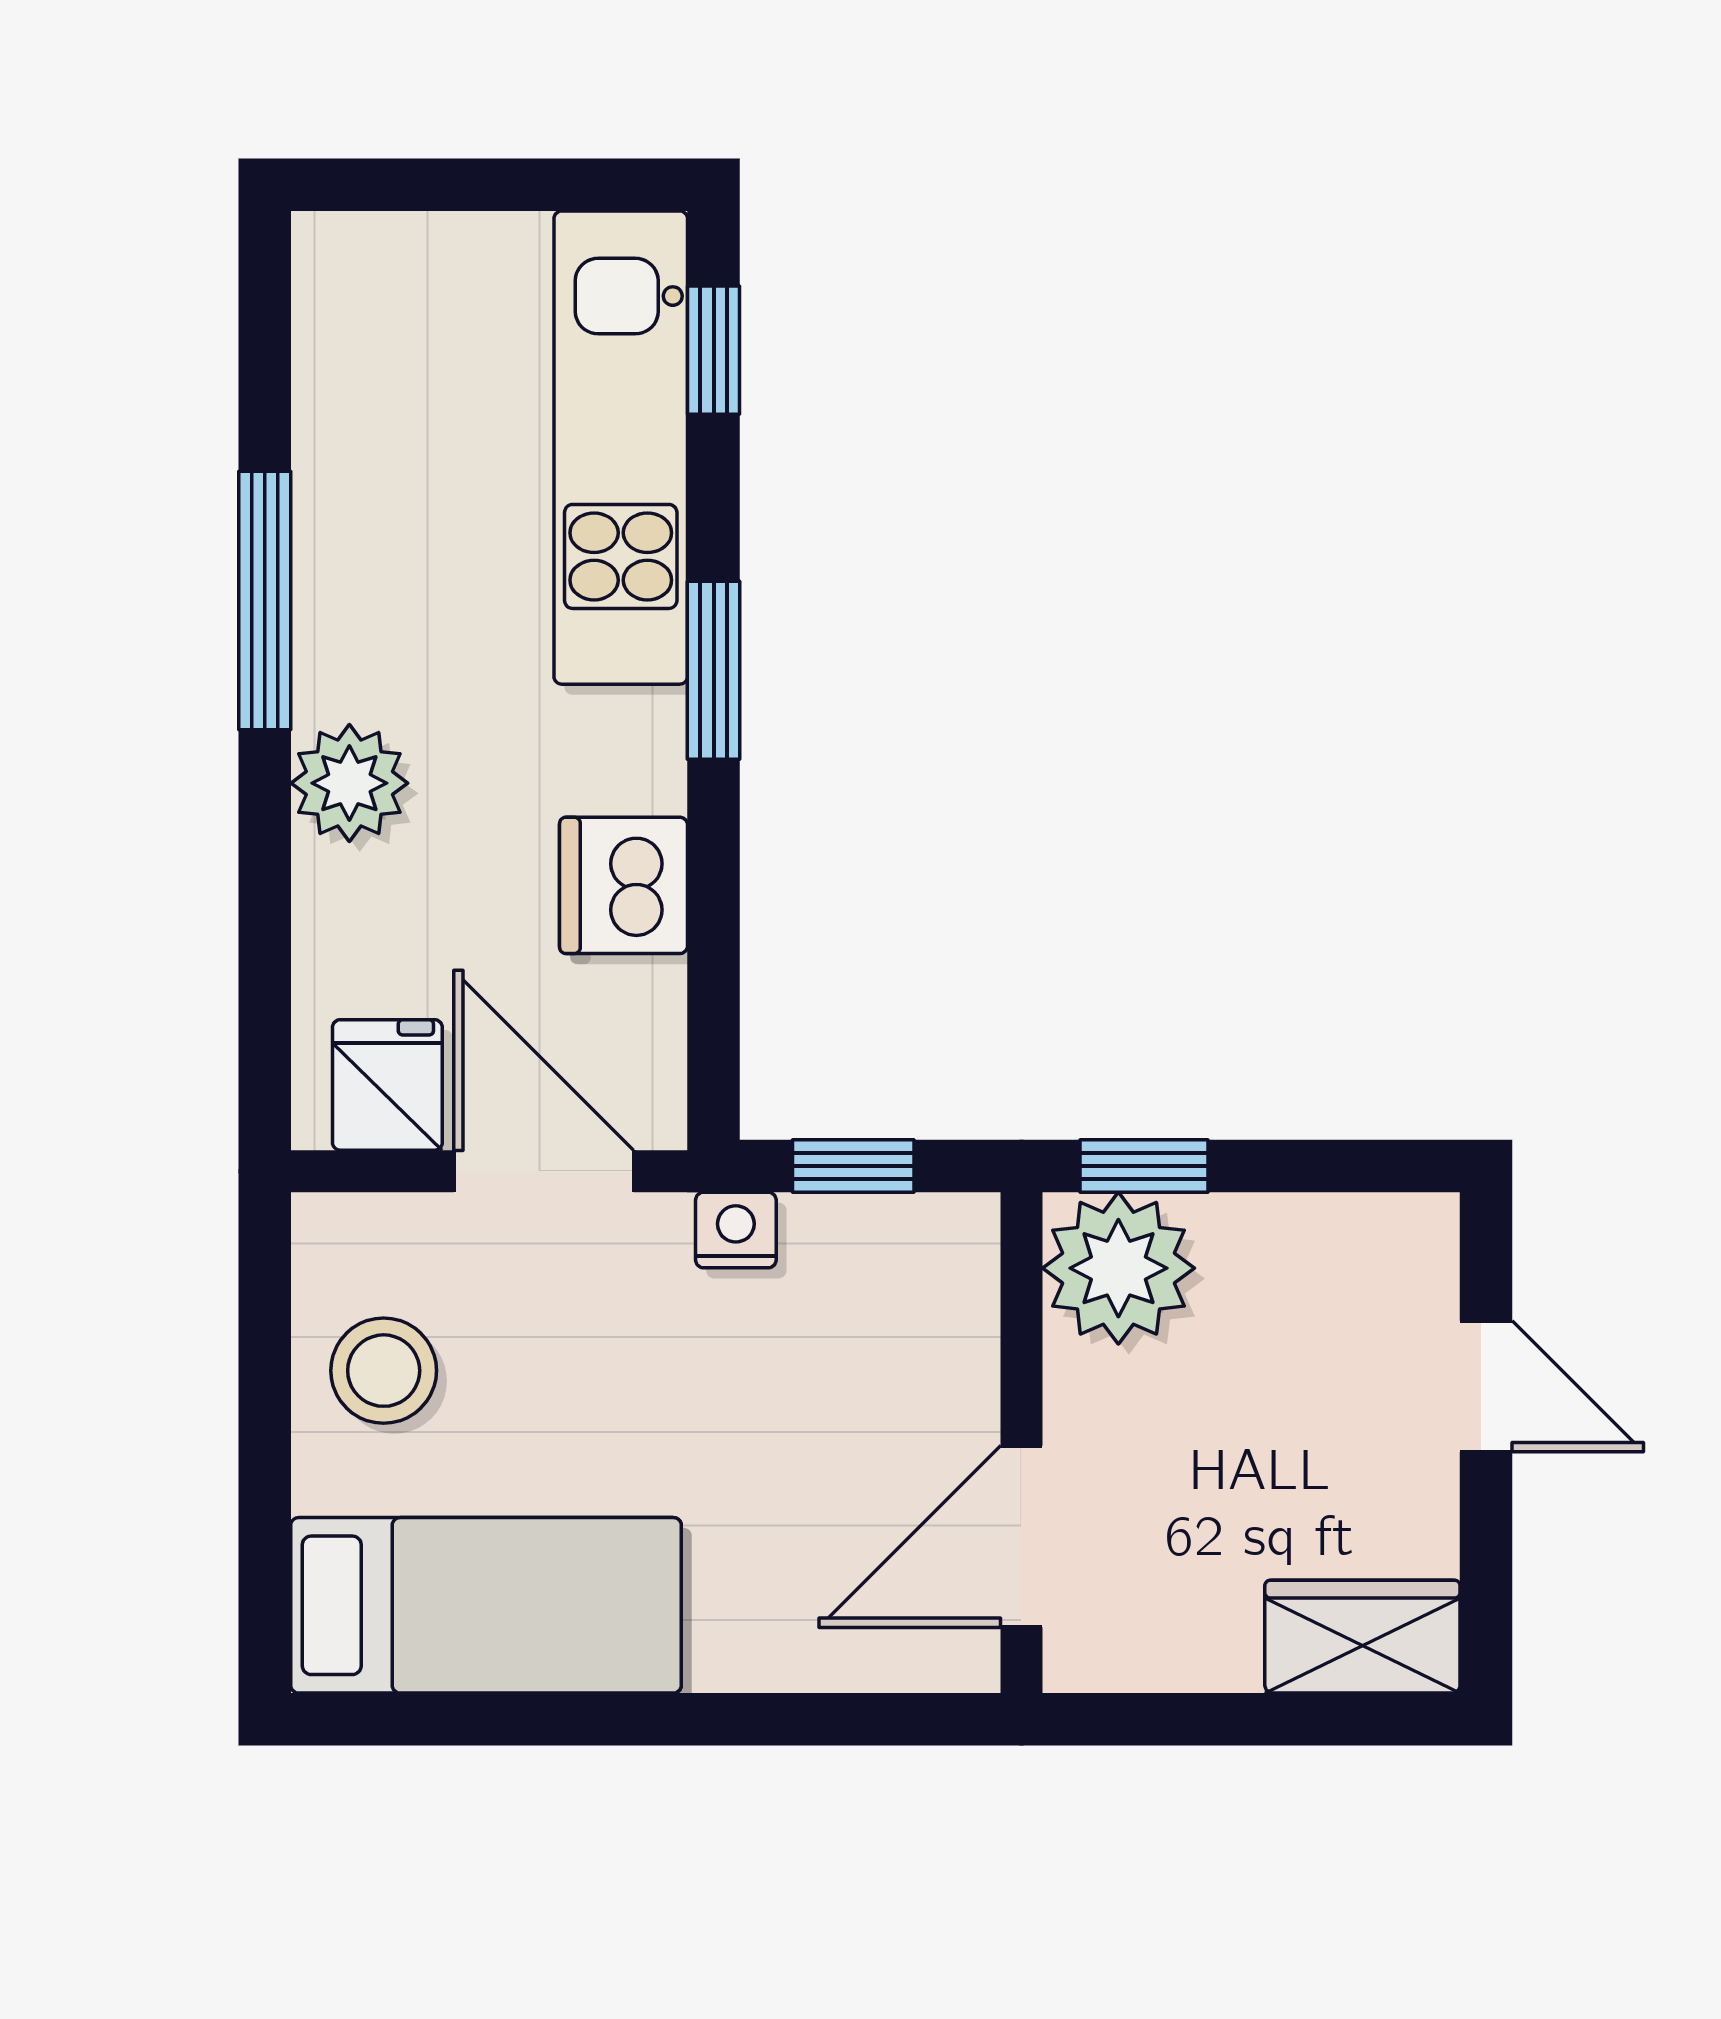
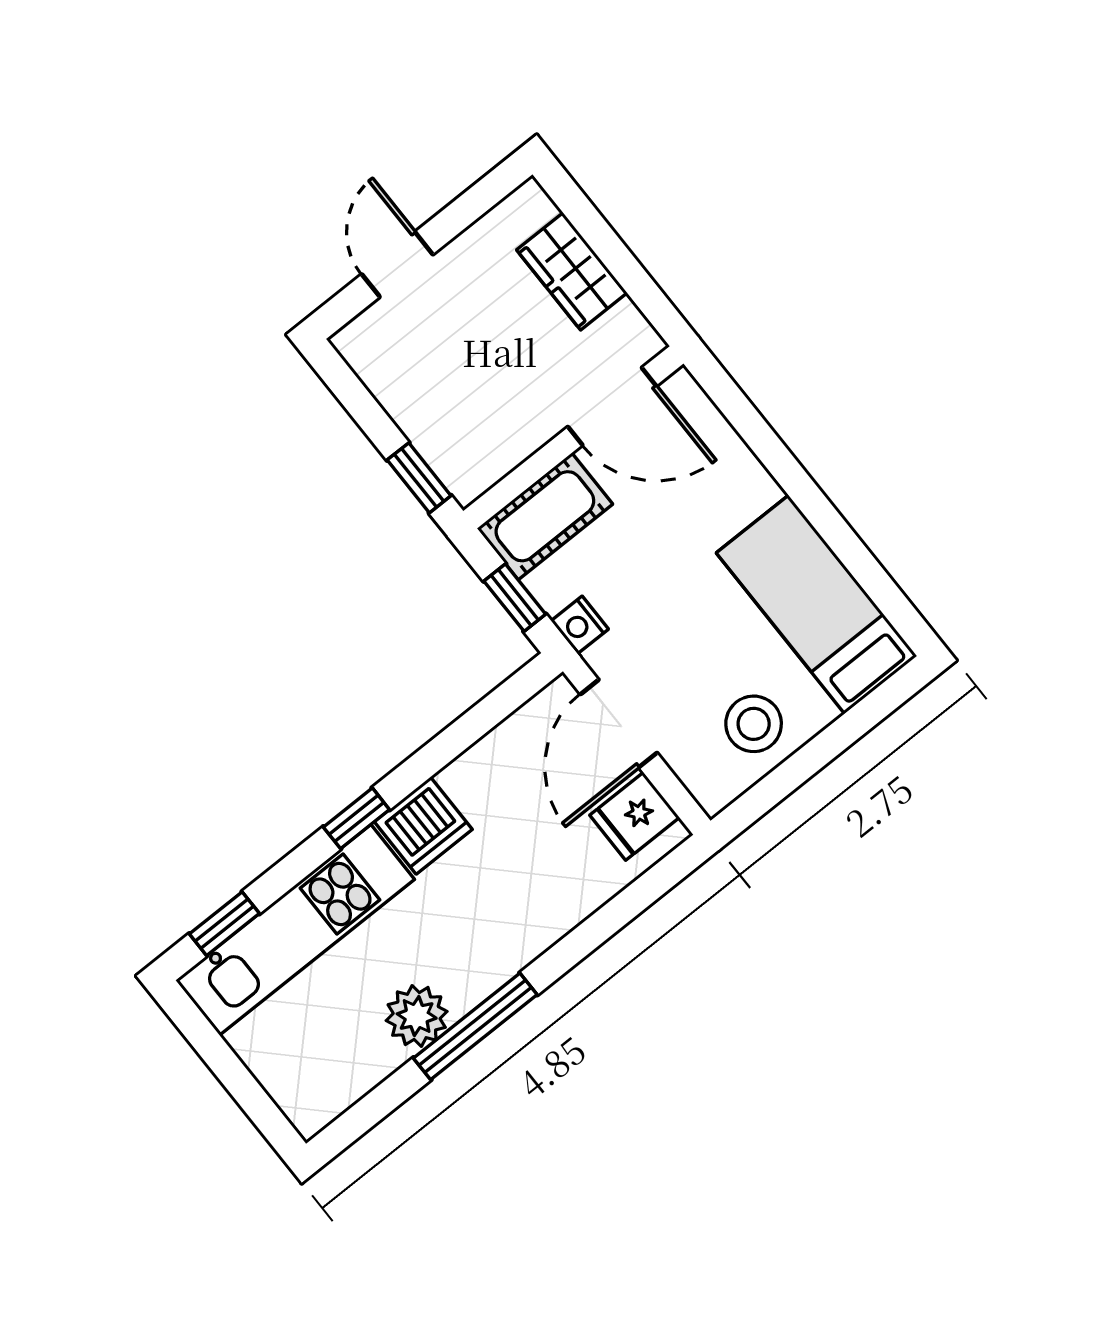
window: (714, 670) -> (356, 818), width x0.67
plant: (349, 783) -> (417, 1016), moved
dishwasher: (624, 885) -> (423, 826), moved
plant: (1118, 1268) -> (470, 455), removed
cot: (938, 1307) -> (545, 516), added
wardrobe: (1362, 1637) -> (572, 271), moved

